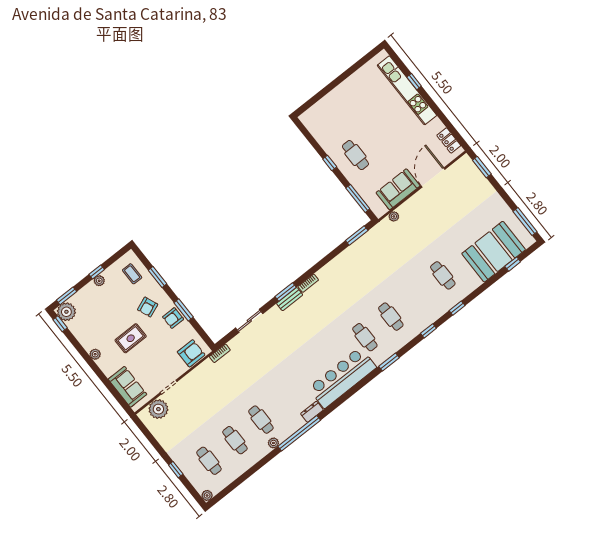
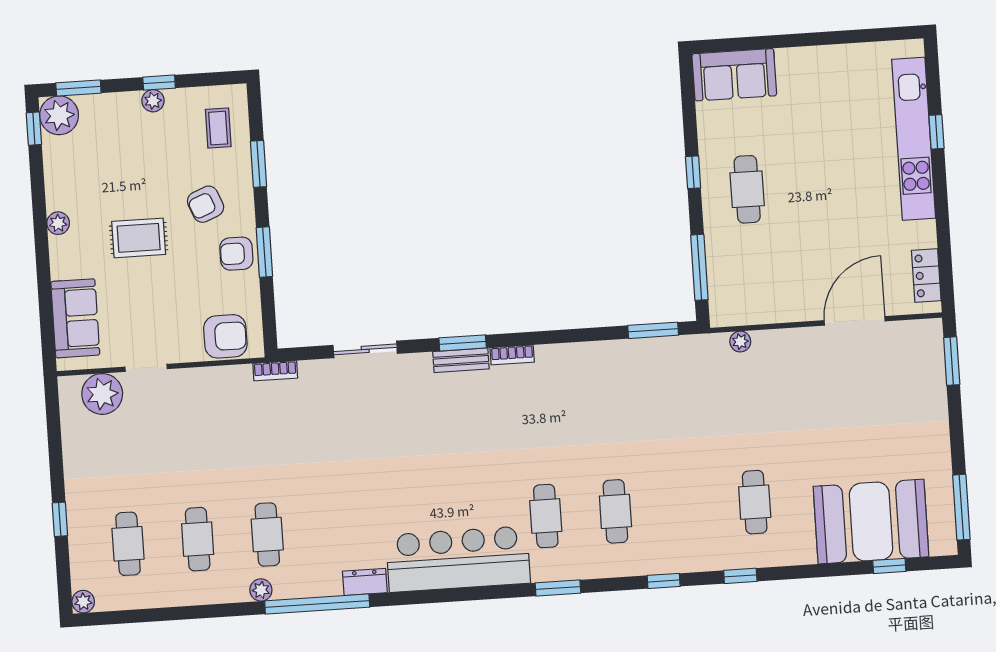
sofa: (398, 189) -> (734, 75), moved, turned 180

